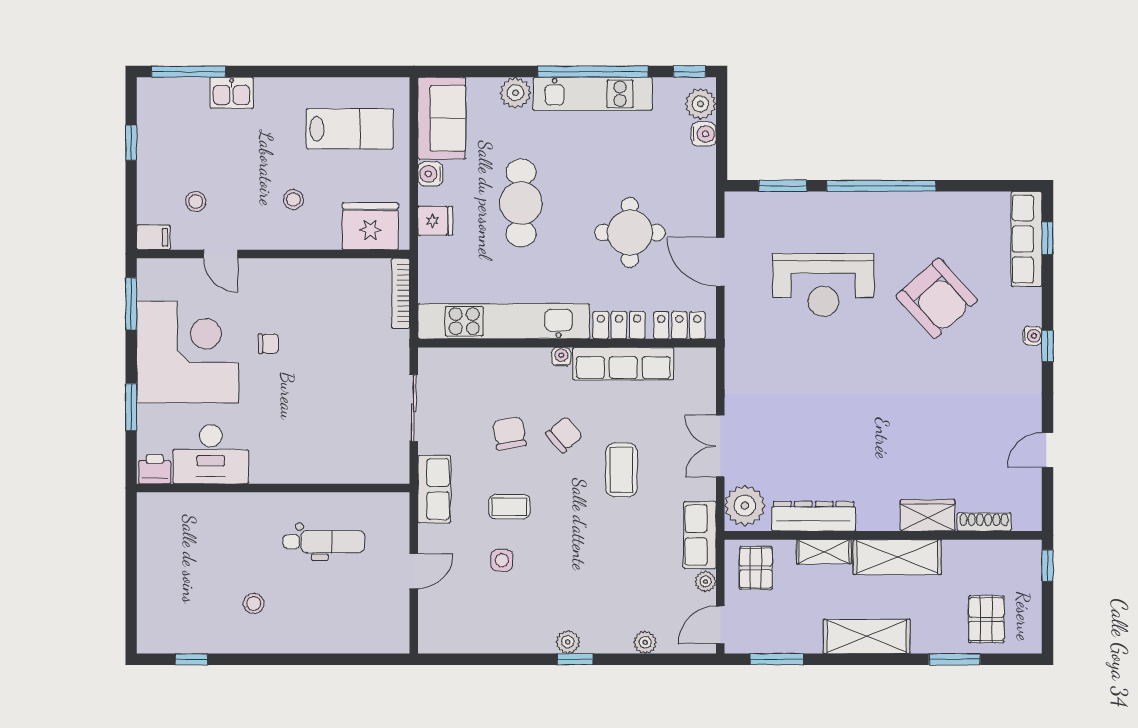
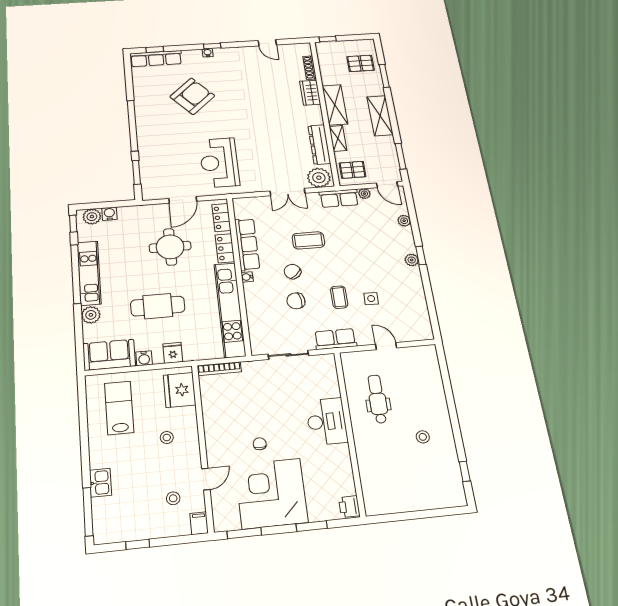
reception desk: (823, 285) -> (219, 163), moved, turned 180
desk: (211, 454) -> (327, 421), moved

